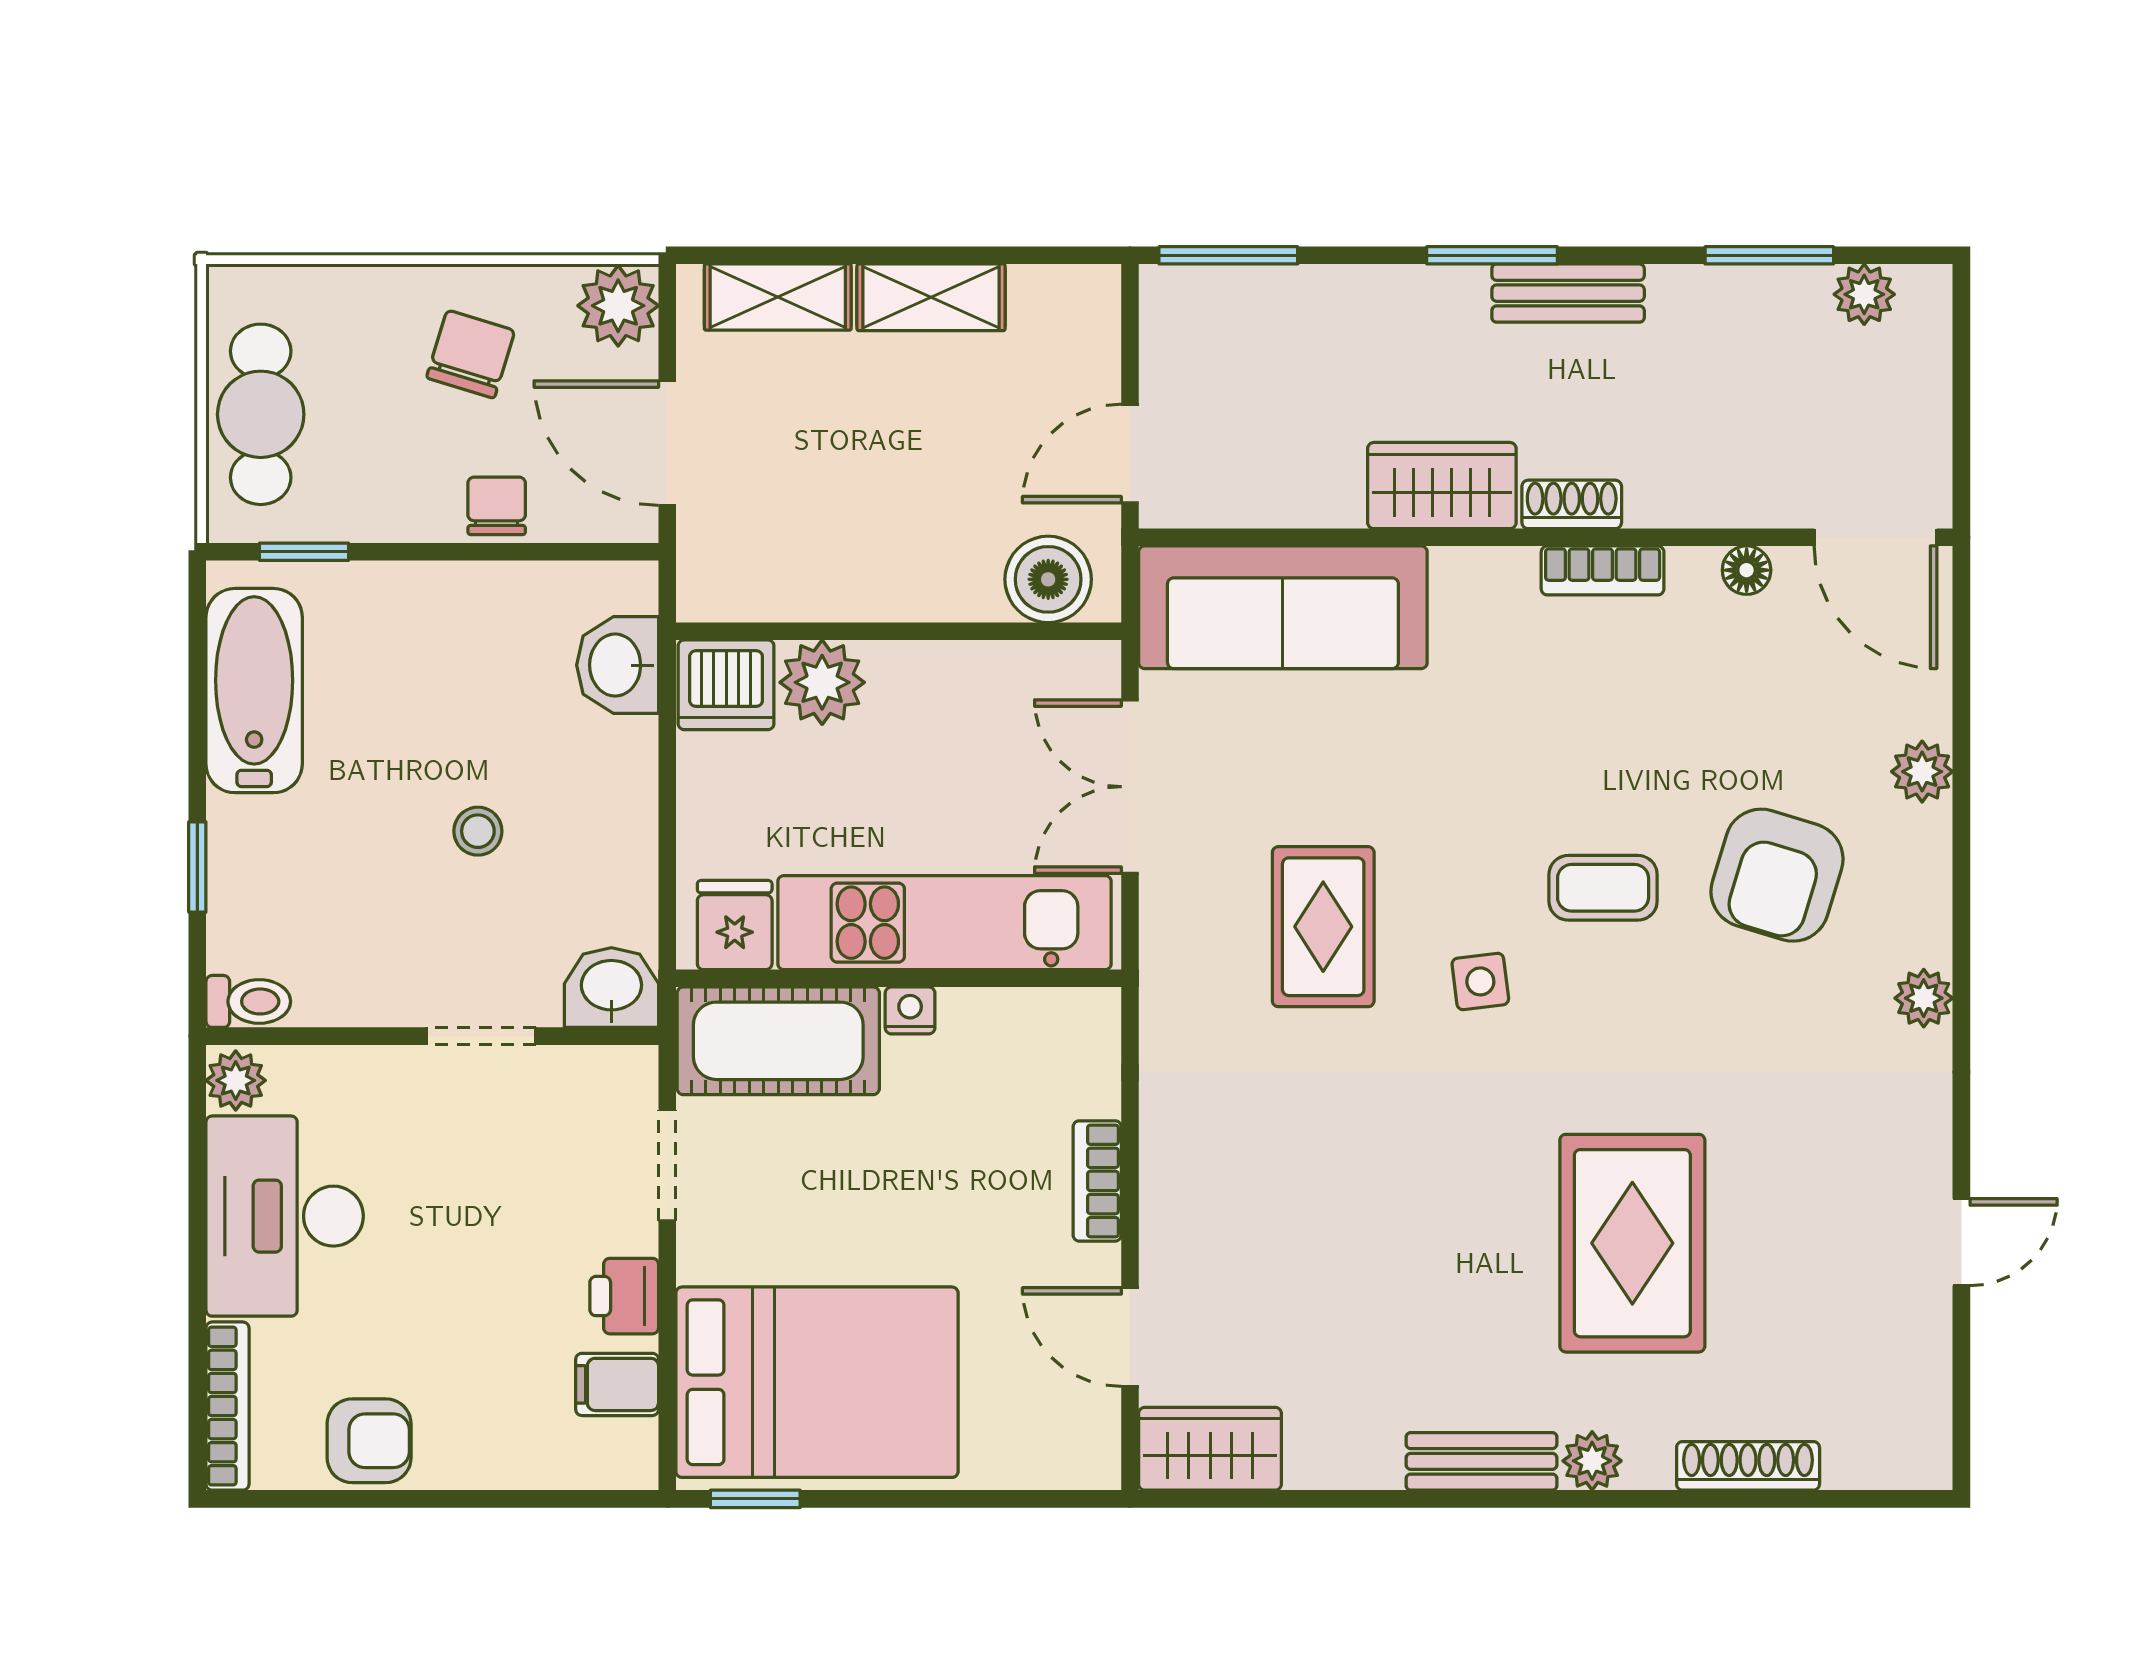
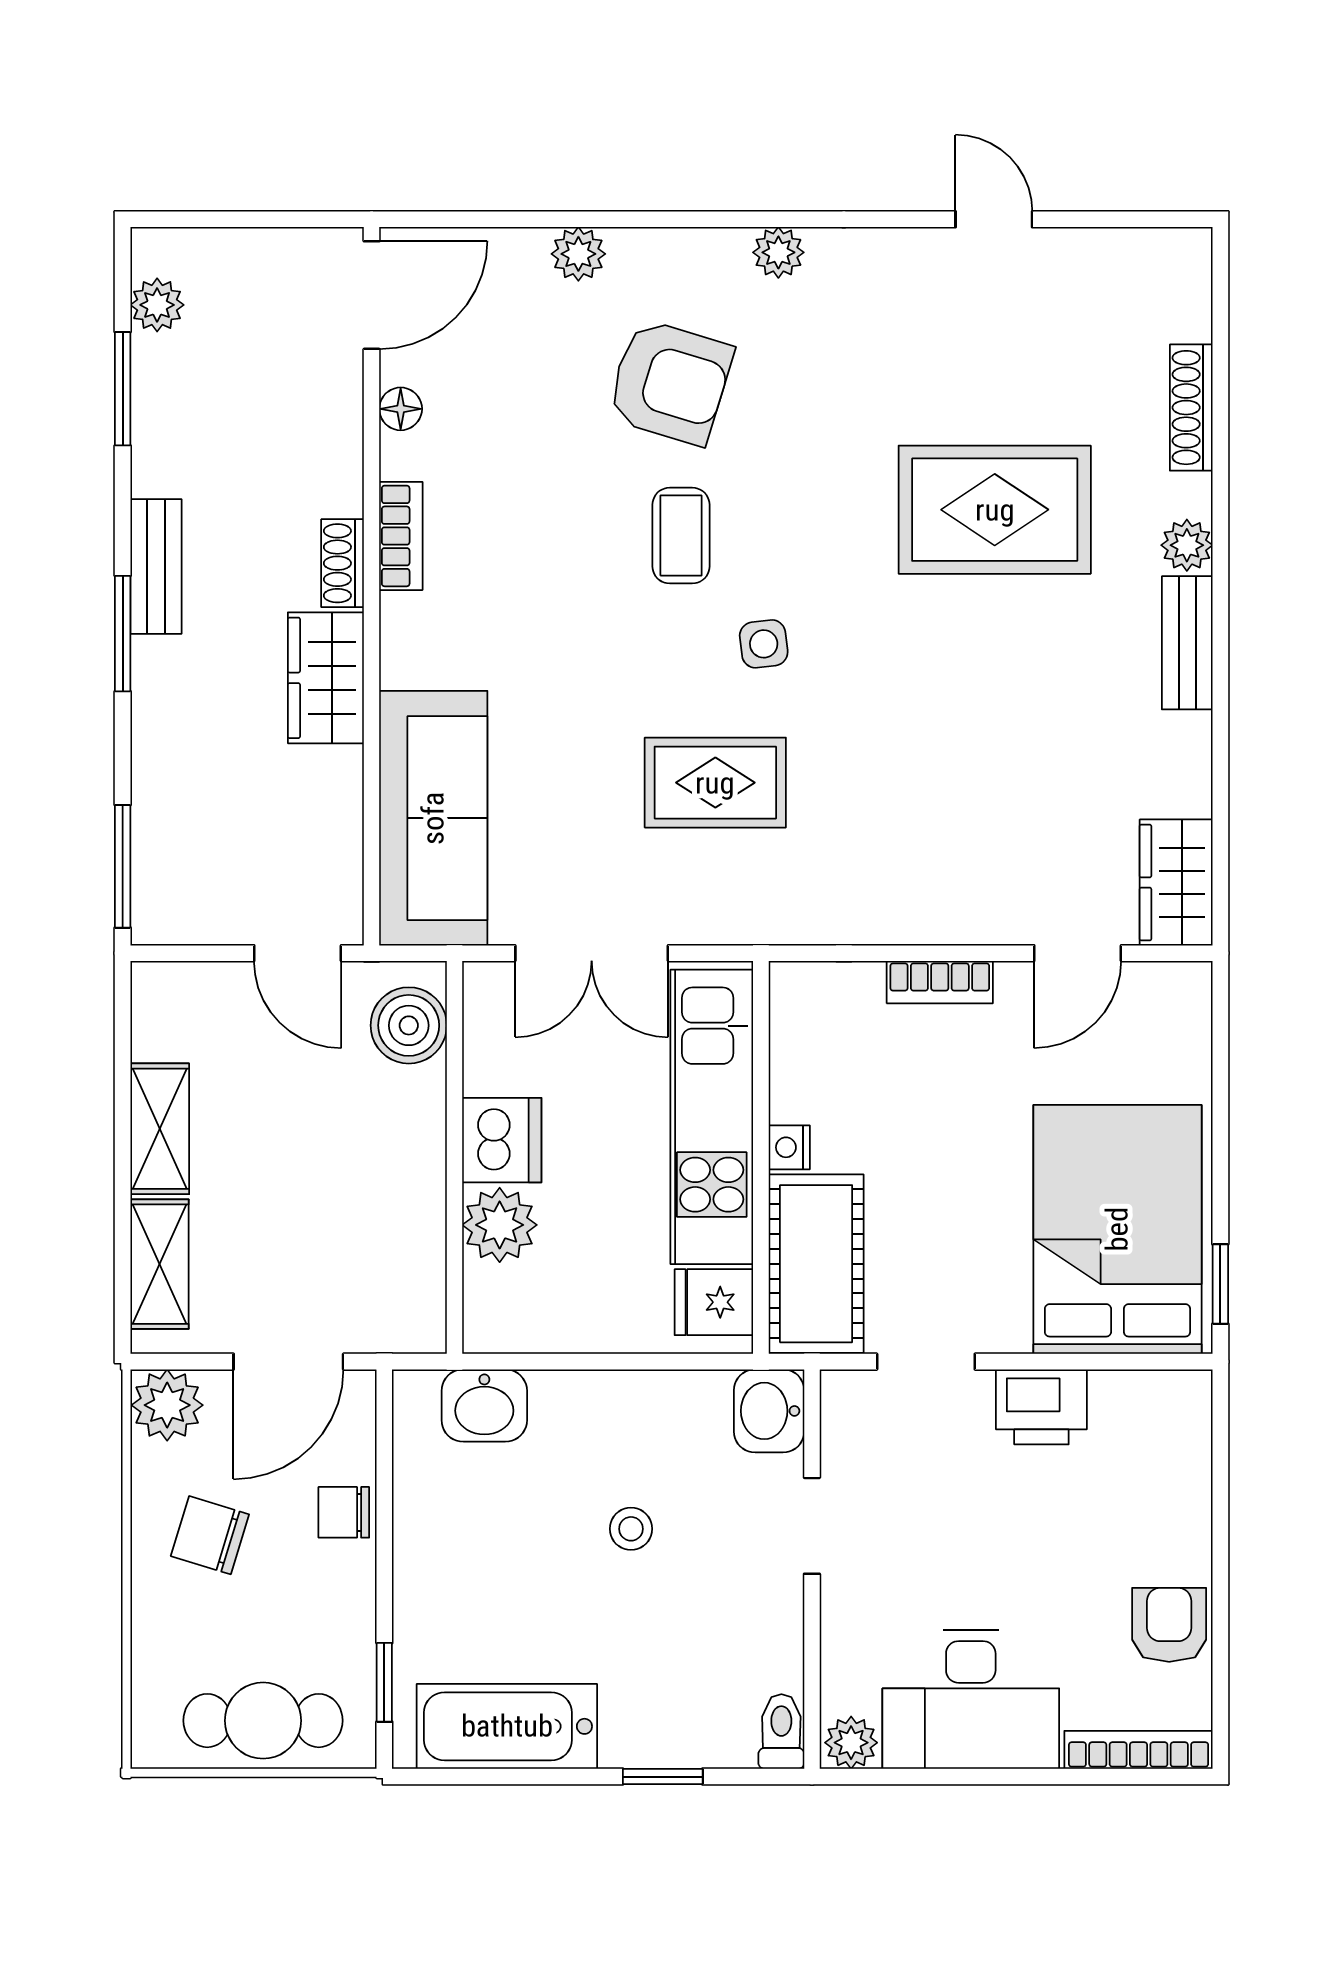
dishwasher: (726, 685) -> (502, 1140), moved
printer: (624, 1296) -> (1041, 1407), width x1.36, depth x1.24
filing cabinet: (617, 1384) -> (1119, 1406), removed

